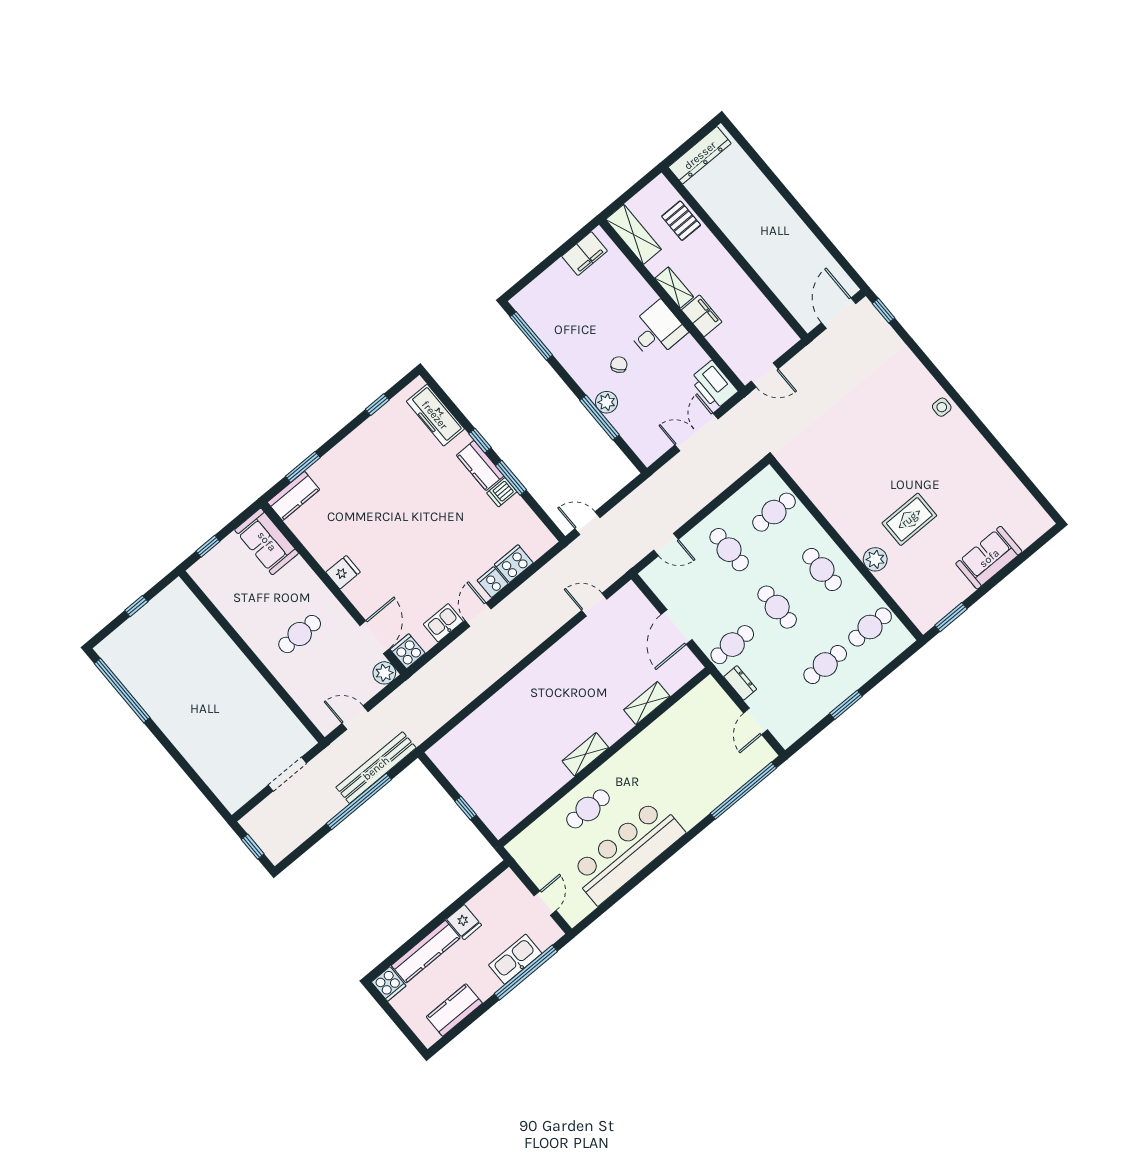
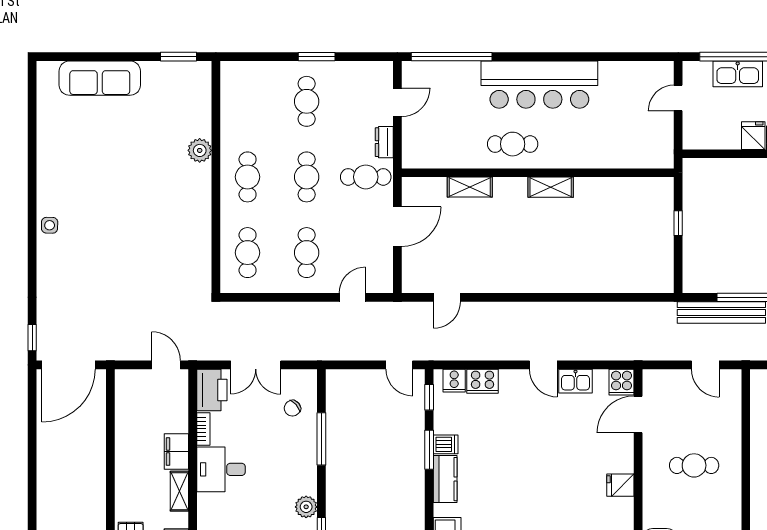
door: (839, 313) -> (69, 365), width x1.36
bookcase: (696, 350) -> (203, 429), added
chair: (619, 365) -> (292, 408), moved
plant: (606, 402) -> (306, 507), moved
window: (480, 441) -> (429, 397), moved
cafe table: (774, 512) -> (248, 253), turned 90
rug: (909, 519) -> (147, 159), removed
door: (666, 545) -> (352, 297), hinge flipped
sofa: (989, 558) -> (100, 78), width x1.36
cooker: (493, 582) -> (454, 381), moved
door: (594, 605) -> (447, 297), hinge flipped
door: (478, 615) -> (543, 365), hinge flipped
cafe table: (870, 627) -> (248, 101), removed
cafe table: (825, 665) -> (307, 101), turned 90
plant: (384, 673) -> (654, 380), removed
cafe table: (588, 809) -> (513, 144), moved
bar counter: (627, 852) -> (539, 85), moved

